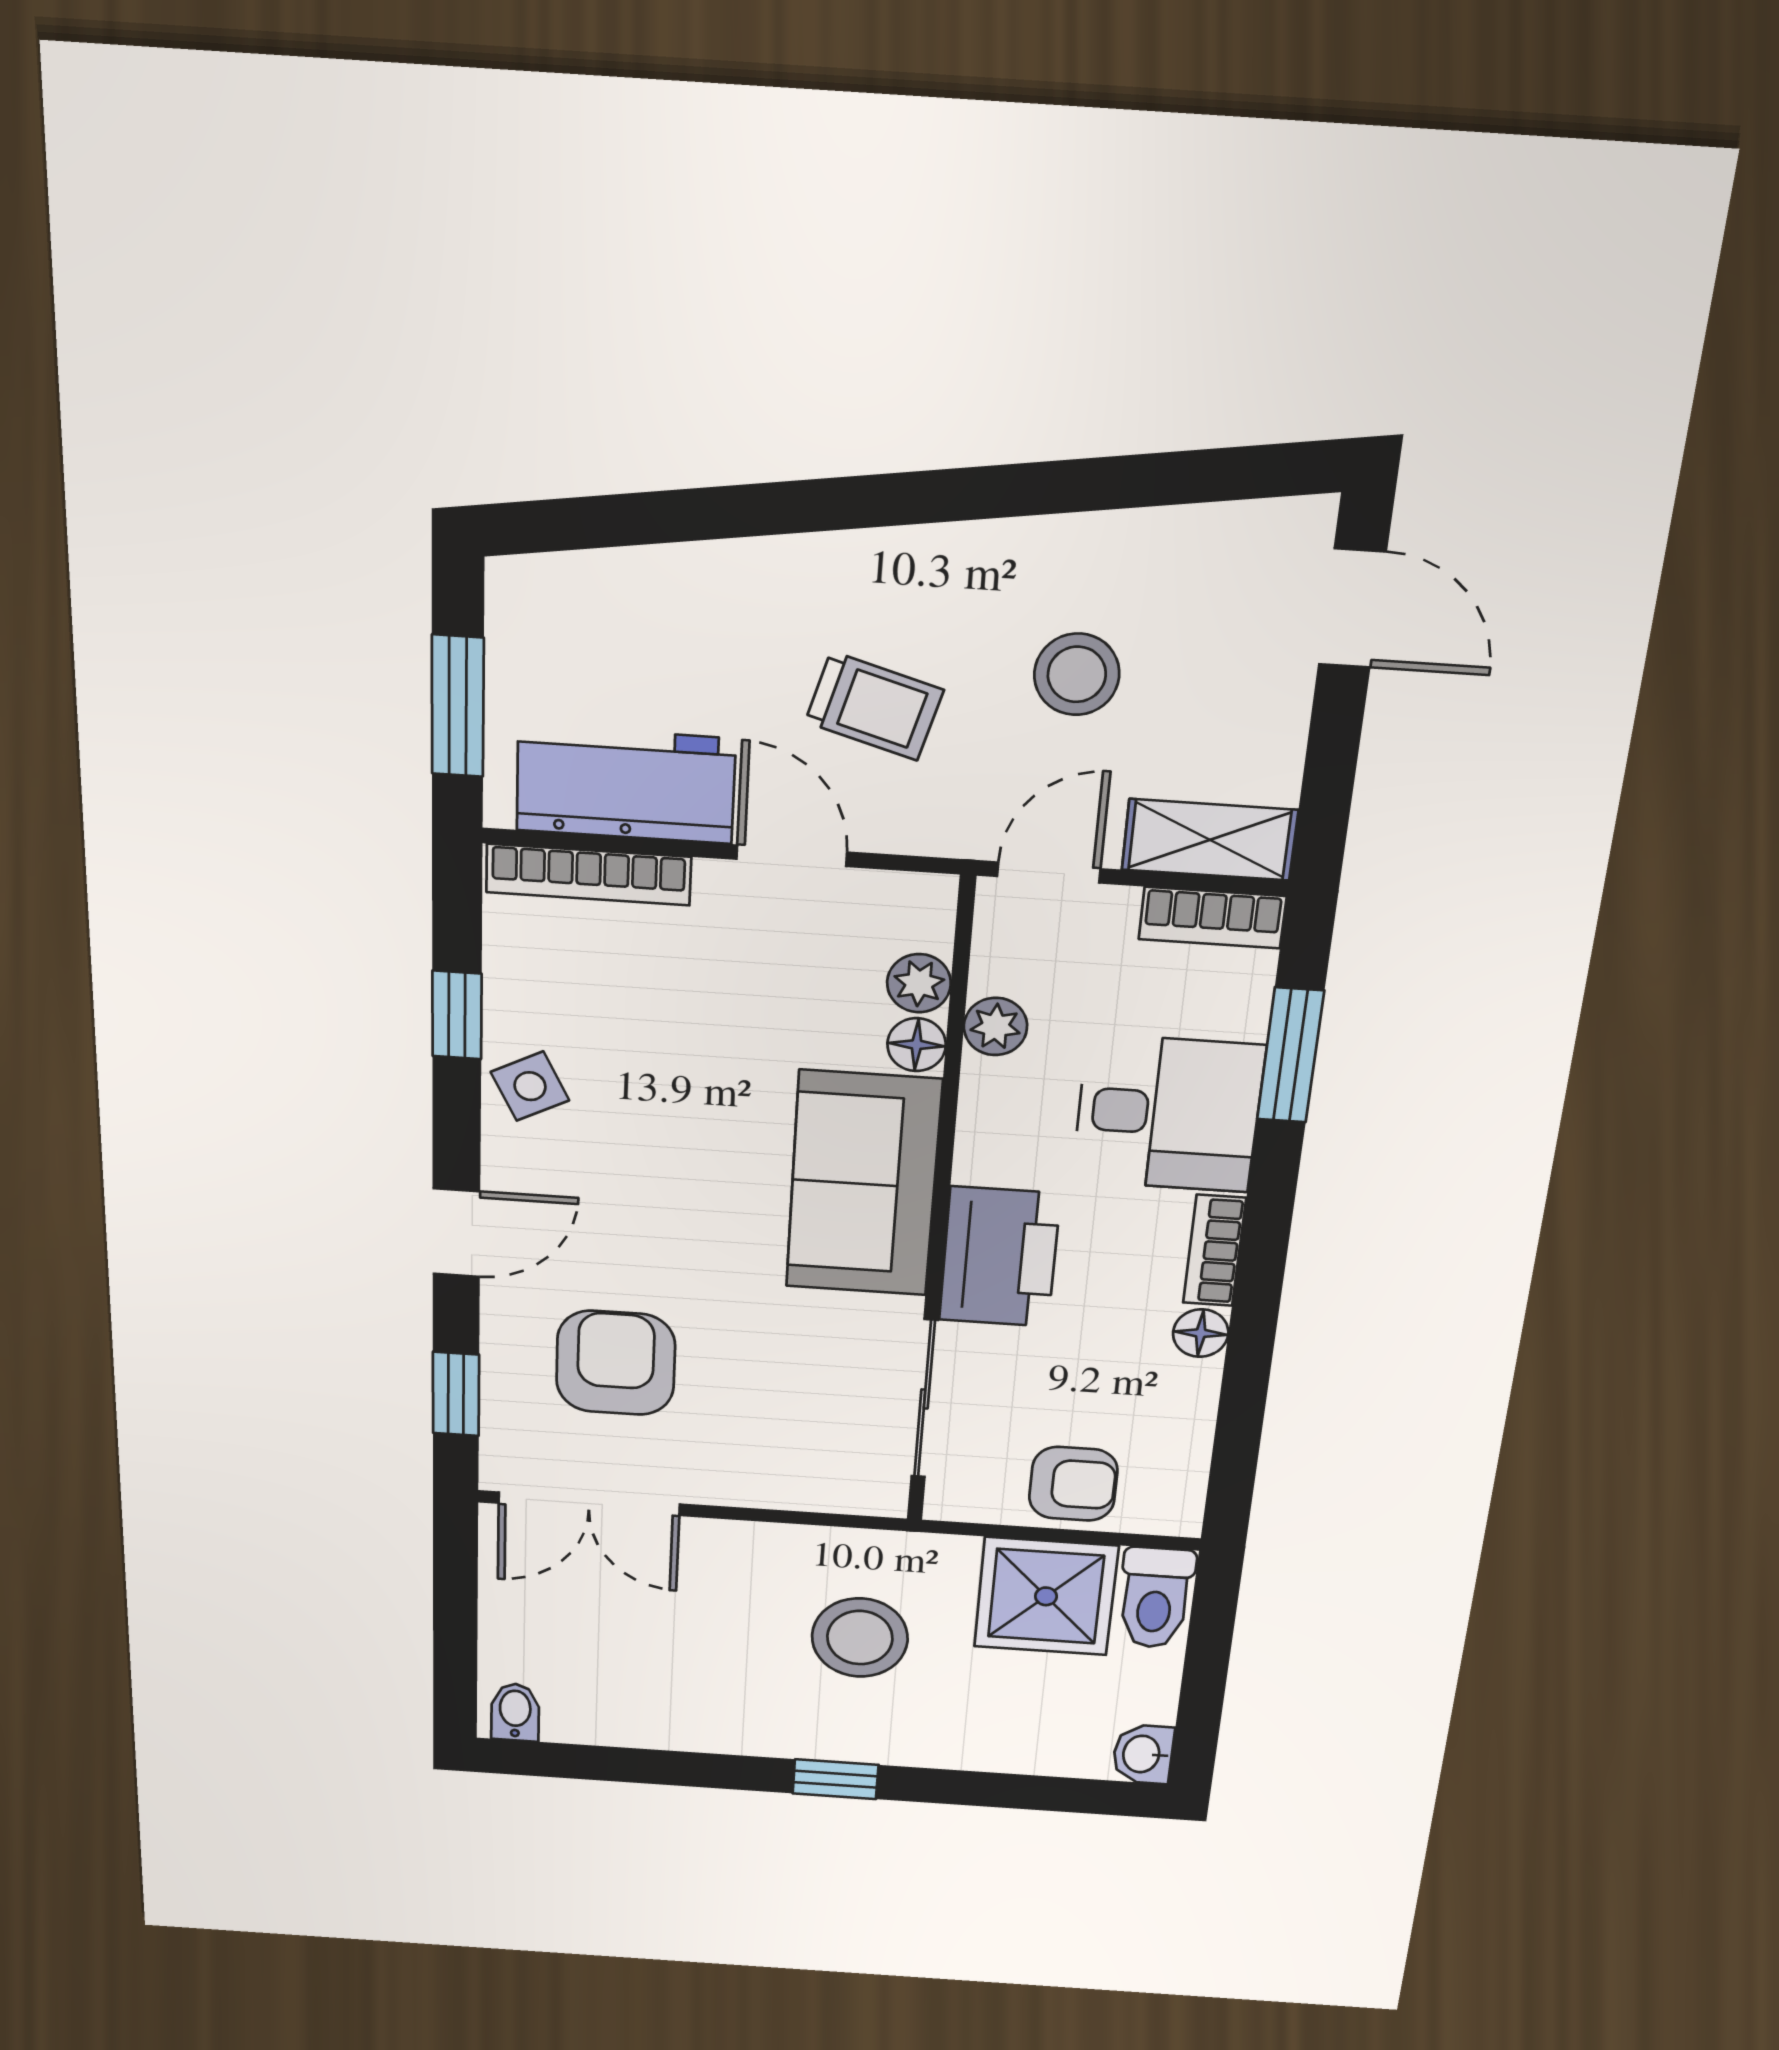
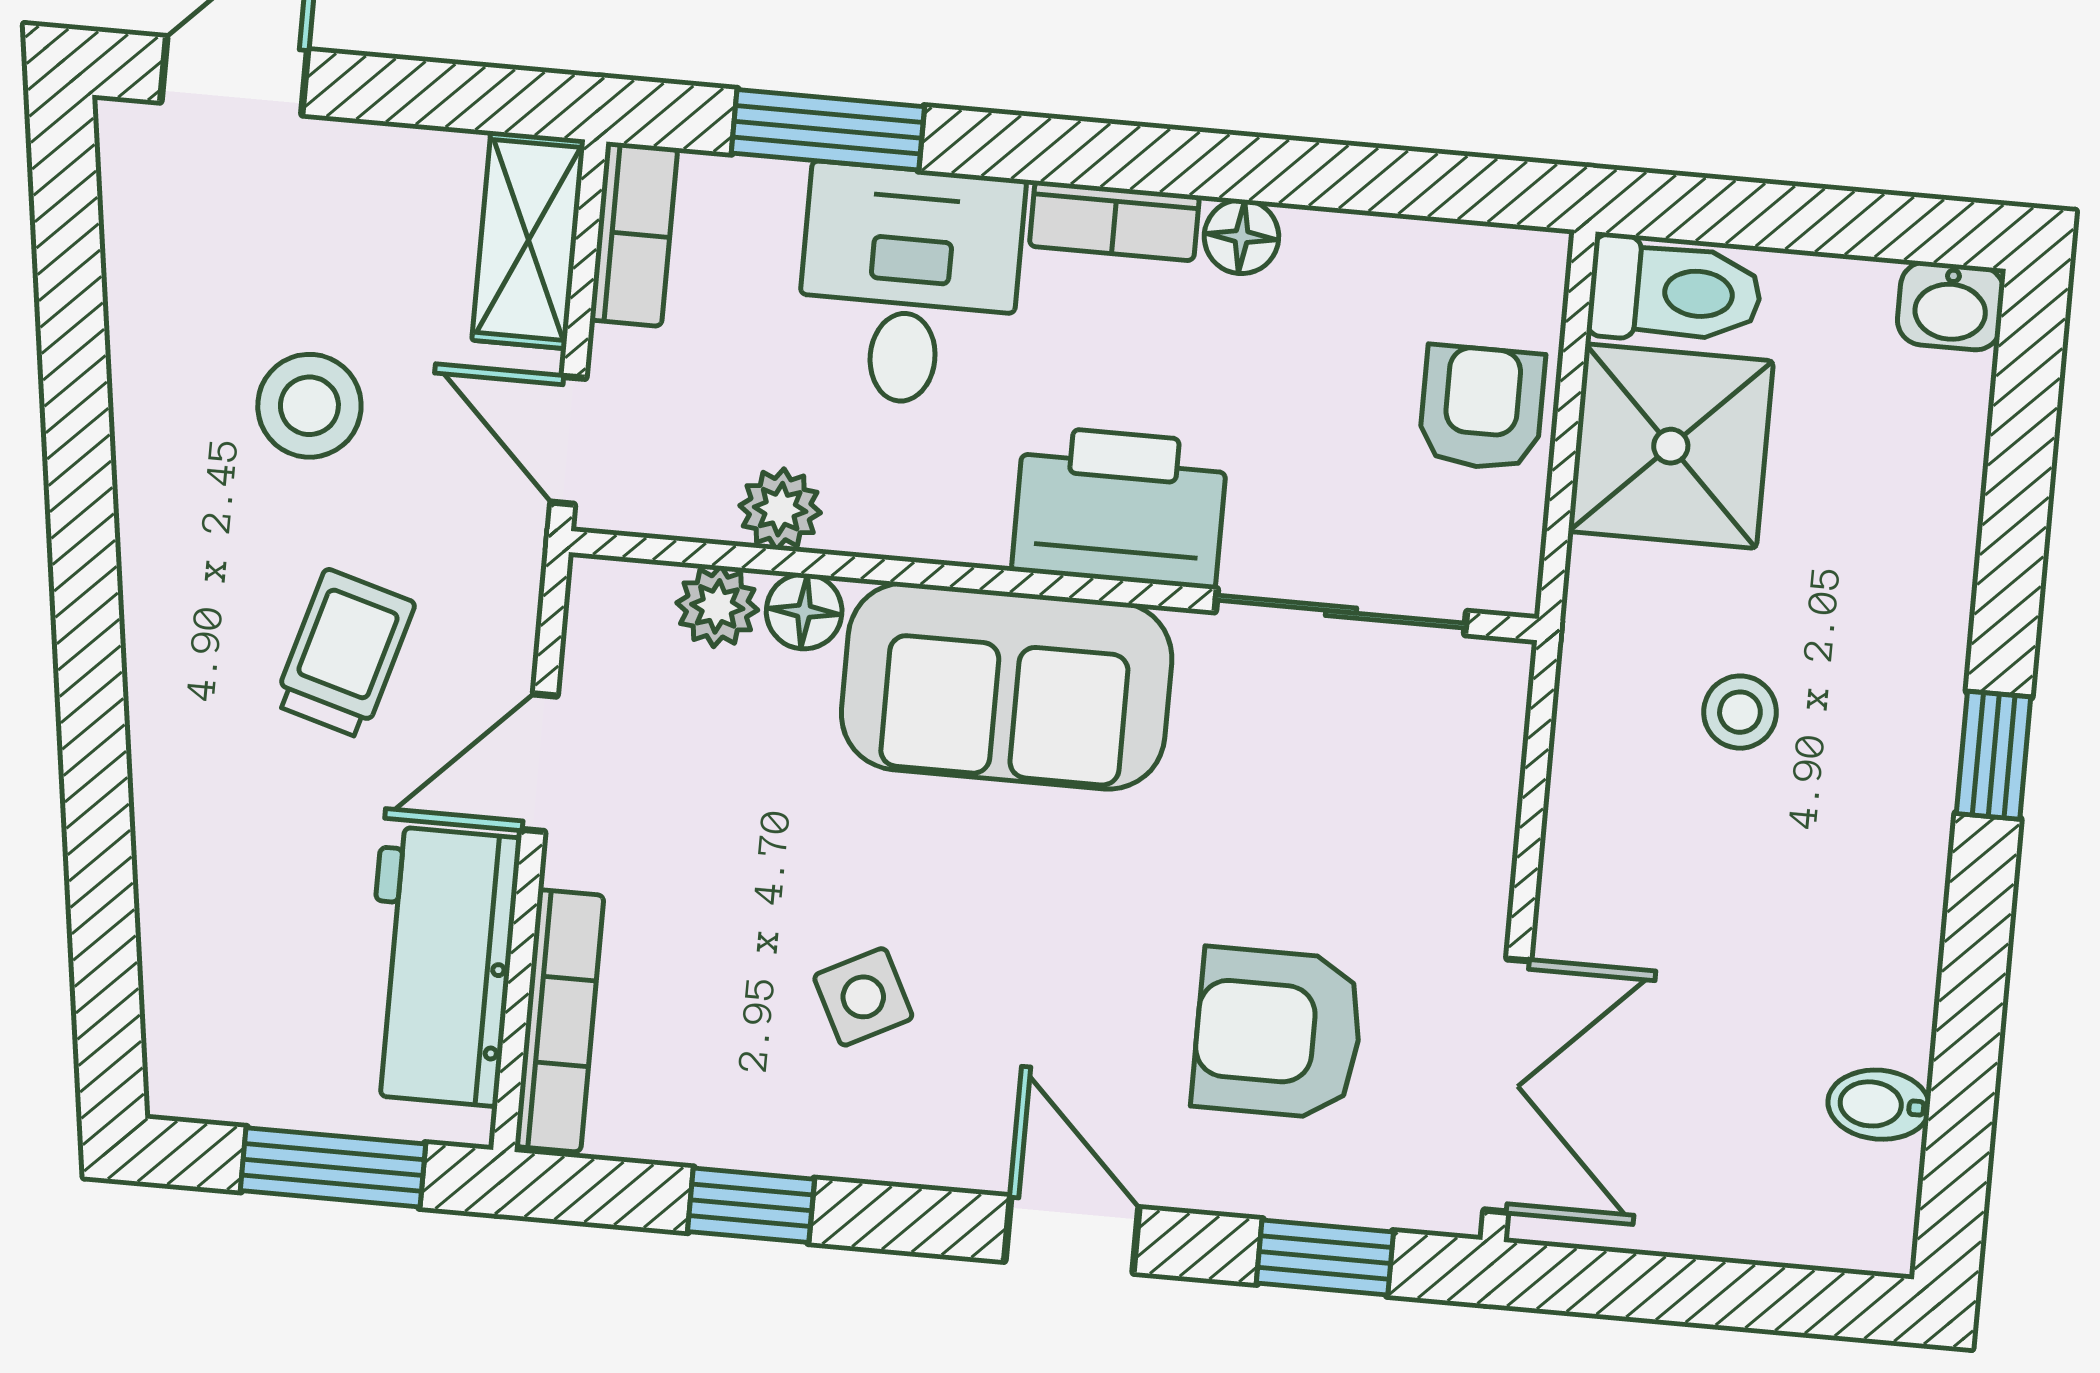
side table: (530, 1086) -> (863, 997), moved
stool: (860, 1638) -> (1740, 712), width x0.53, depth x0.53
bidet: (515, 1712) -> (1879, 1105), moved

